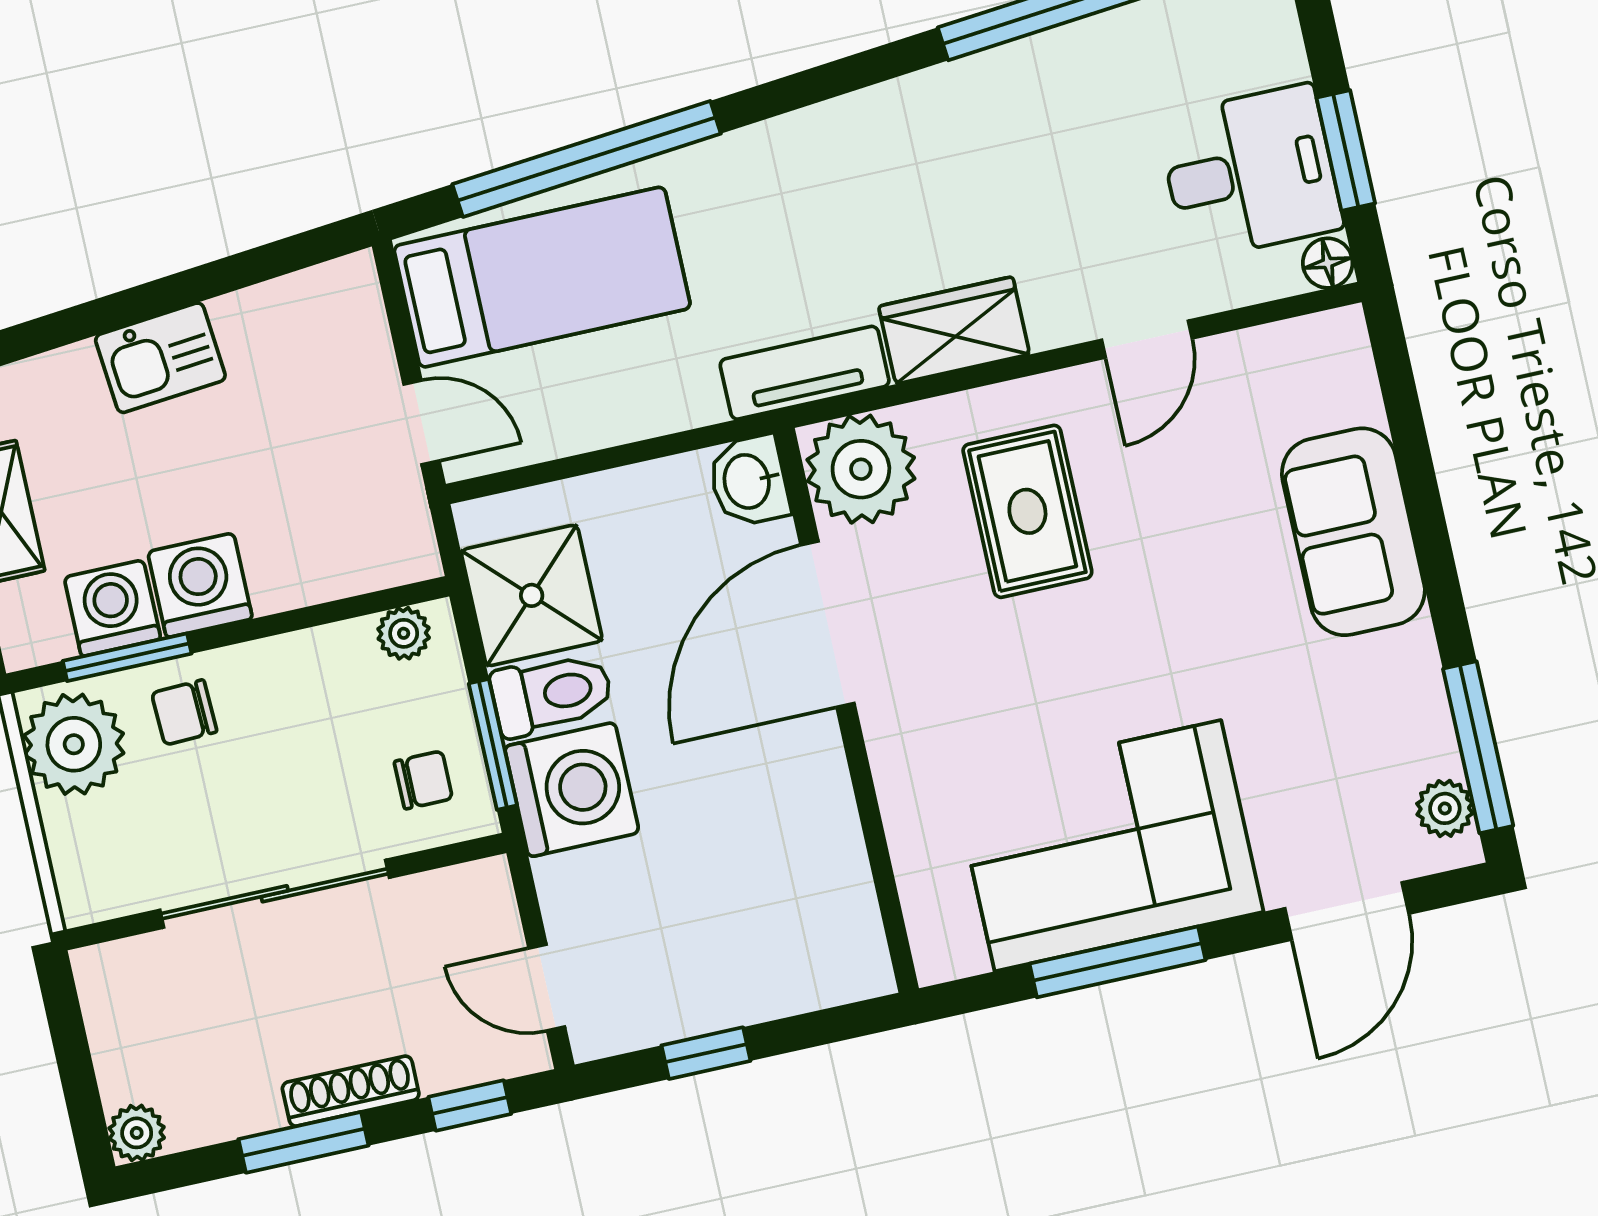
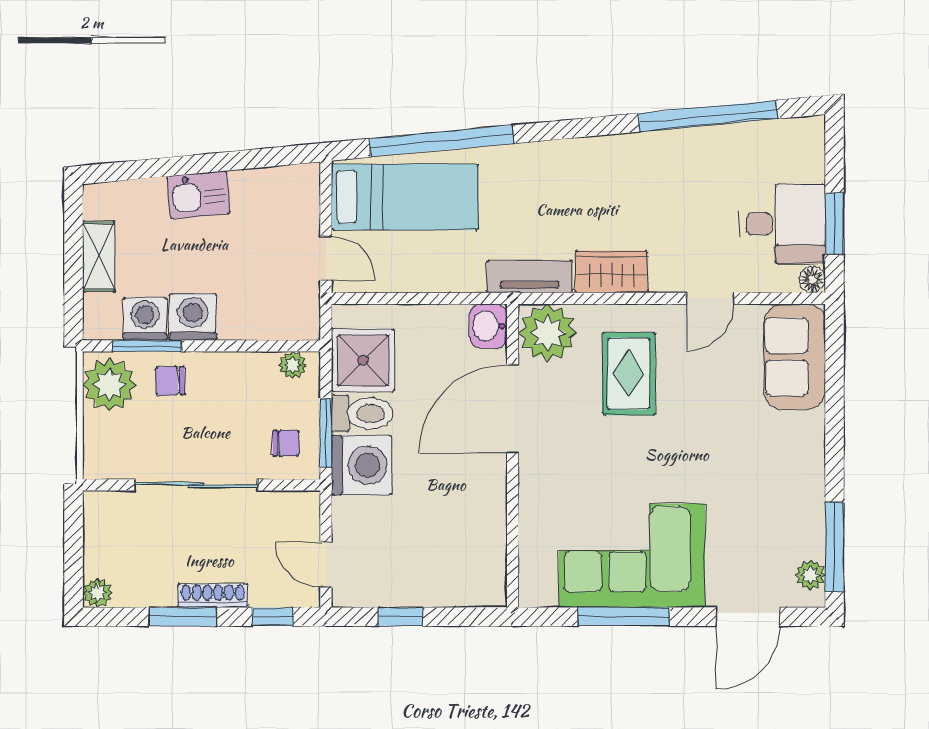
sofa: (1353, 532) -> (795, 357), moved

